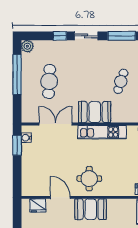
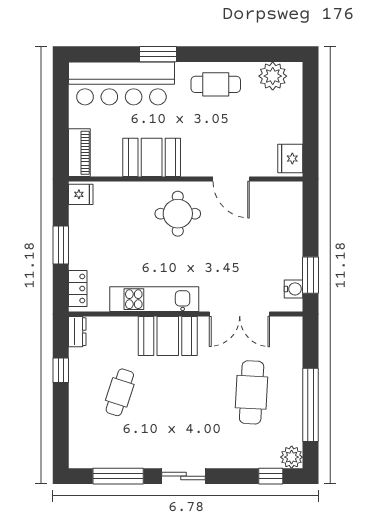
window: (60, 36) -> (271, 476), moved
fridge: (38, 205) -> (290, 159), moved, turned -90
booth: (91, 209) -> (152, 157), moved

